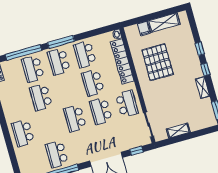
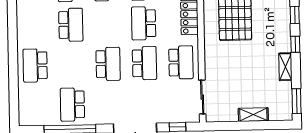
school desk: (41, 97) -> (71, 25), turned 180
school desk: (101, 111) -> (144, 63), turned 180
school desk: (75, 118) -> (108, 64), turned 180
shelving: (178, 131) -> (253, 115), moved

